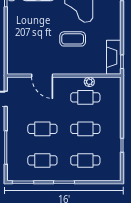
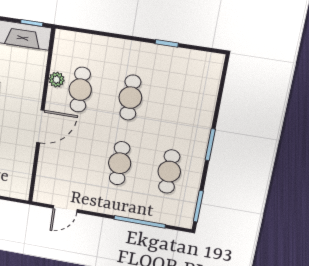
door: (42, 76) -> (40, 126), moved
cafe table: (85, 160) -> (181, 106), removed

